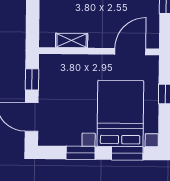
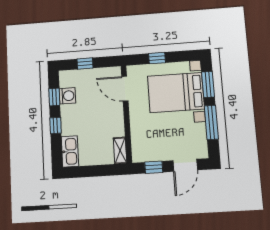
shelving: (72, 40) -> (120, 150), moved
window: (81, 153) -> (211, 122), width x1.44

